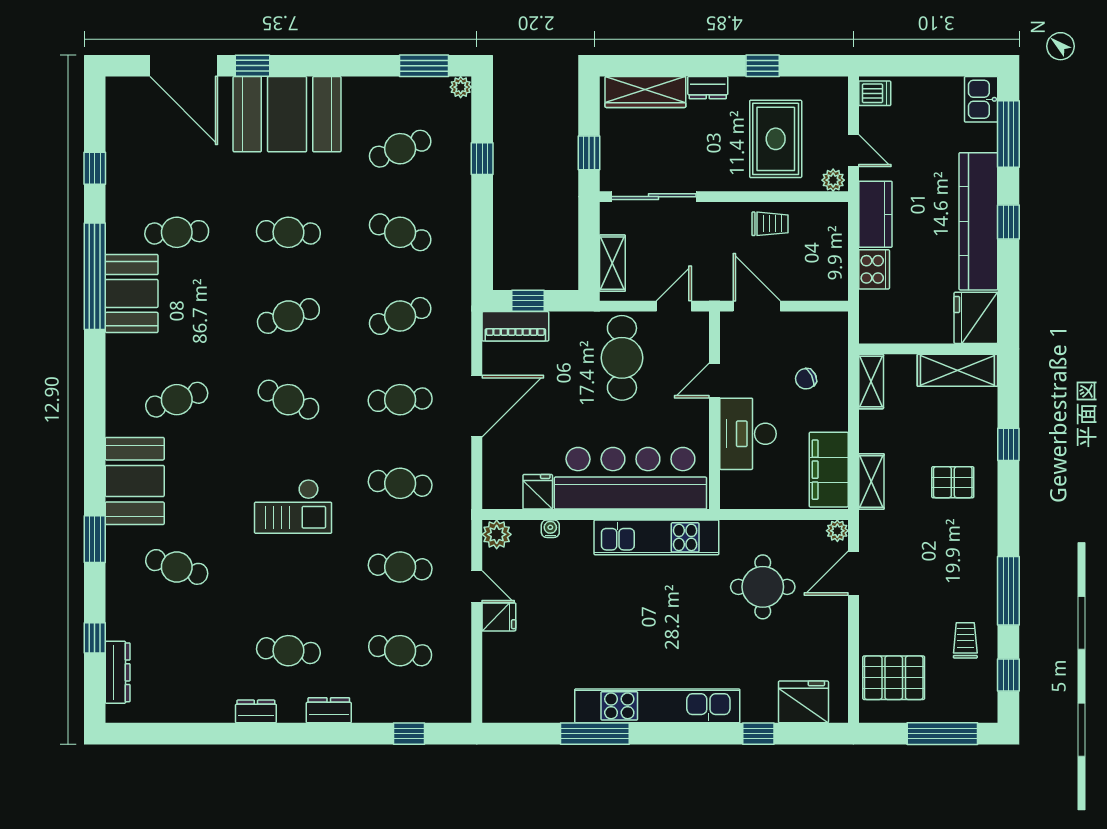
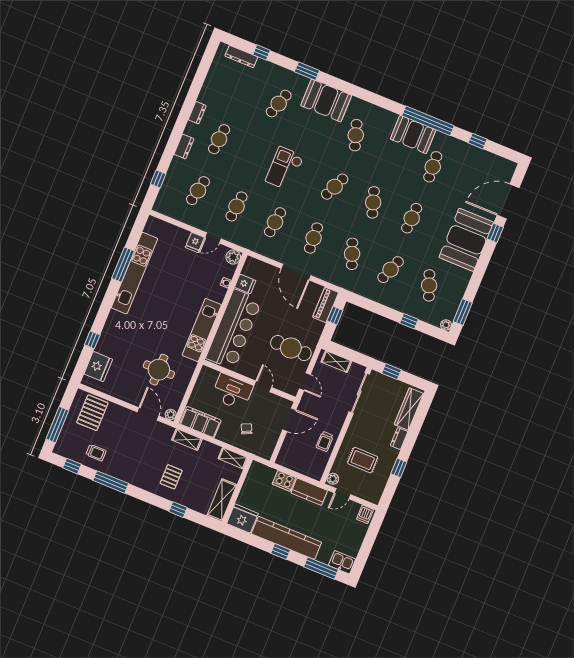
rug: (776, 139) -> (363, 460), width x0.73, depth x0.70
kitchen unit: (657, 706) -> (134, 273), moved

